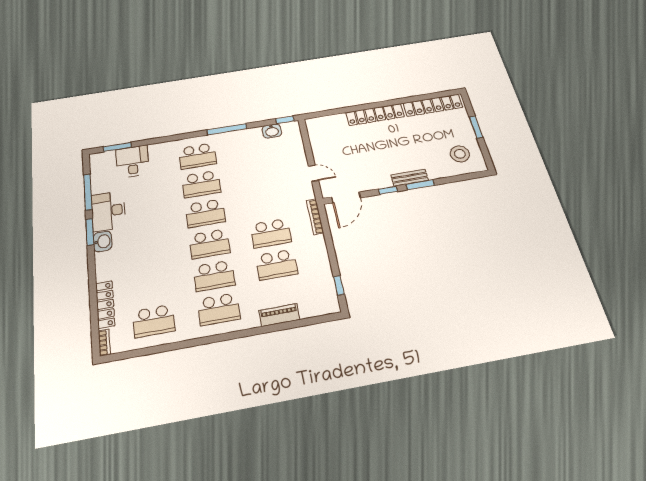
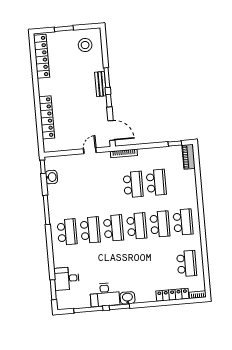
locker: (375, 115) -> (47, 117), moved
piano: (279, 315) -> (189, 157), moved

